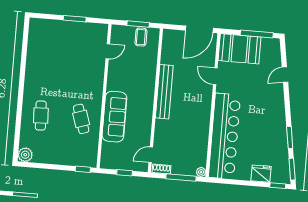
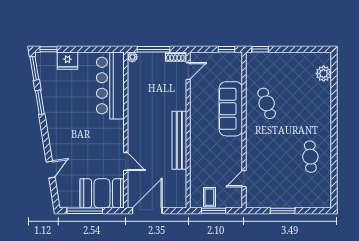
cafe table: (41, 116) -> (310, 157), moved
bar counter: (224, 136) -> (110, 86), width x0.73
plant: (25, 155) -> (324, 74), moved
window: (125, 173) -> (226, 49), moved

